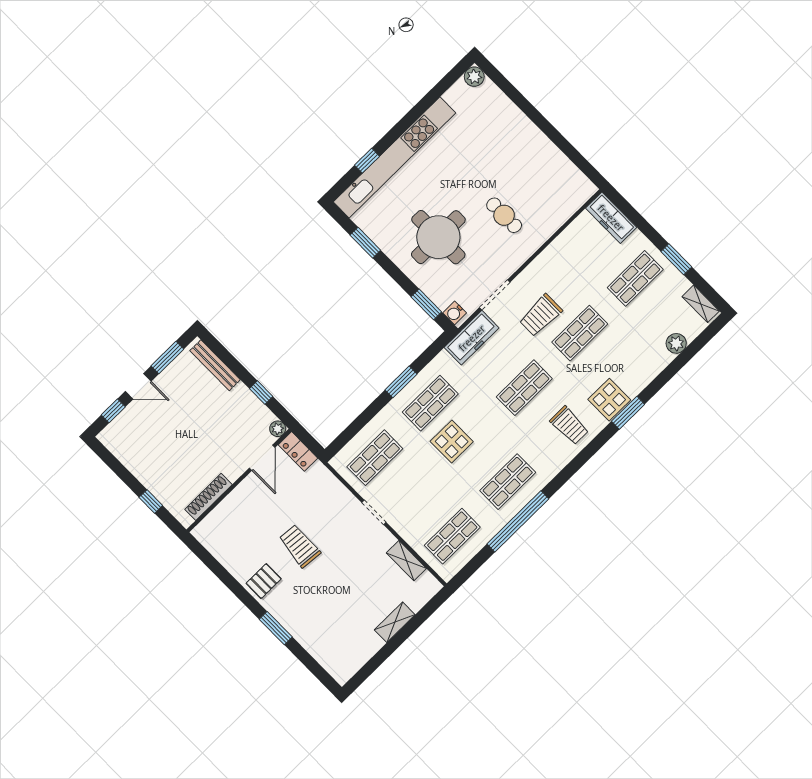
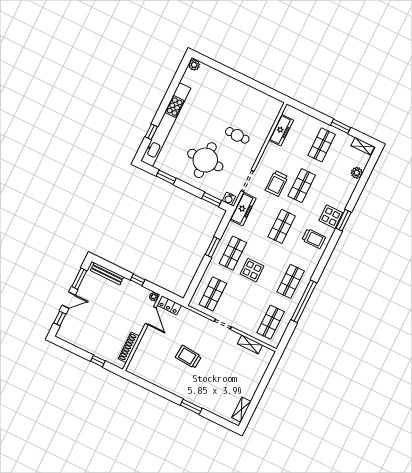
freezer: (611, 218) -> (281, 130), moved, turned -90
pallet: (264, 581) -> (175, 383), removed
shelving: (395, 622) -> (241, 410), moved

